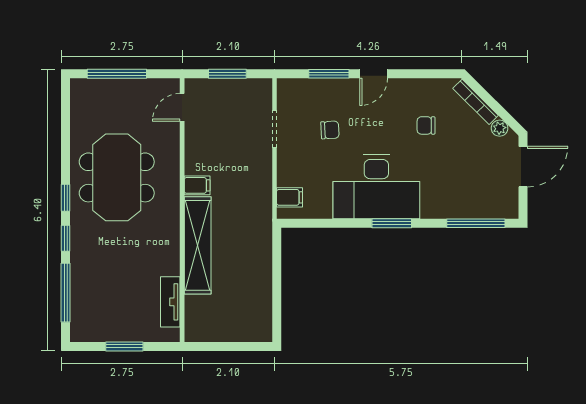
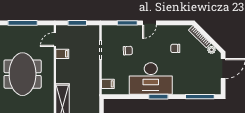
filing cabinet: (197, 185) -> (62, 54), moved

